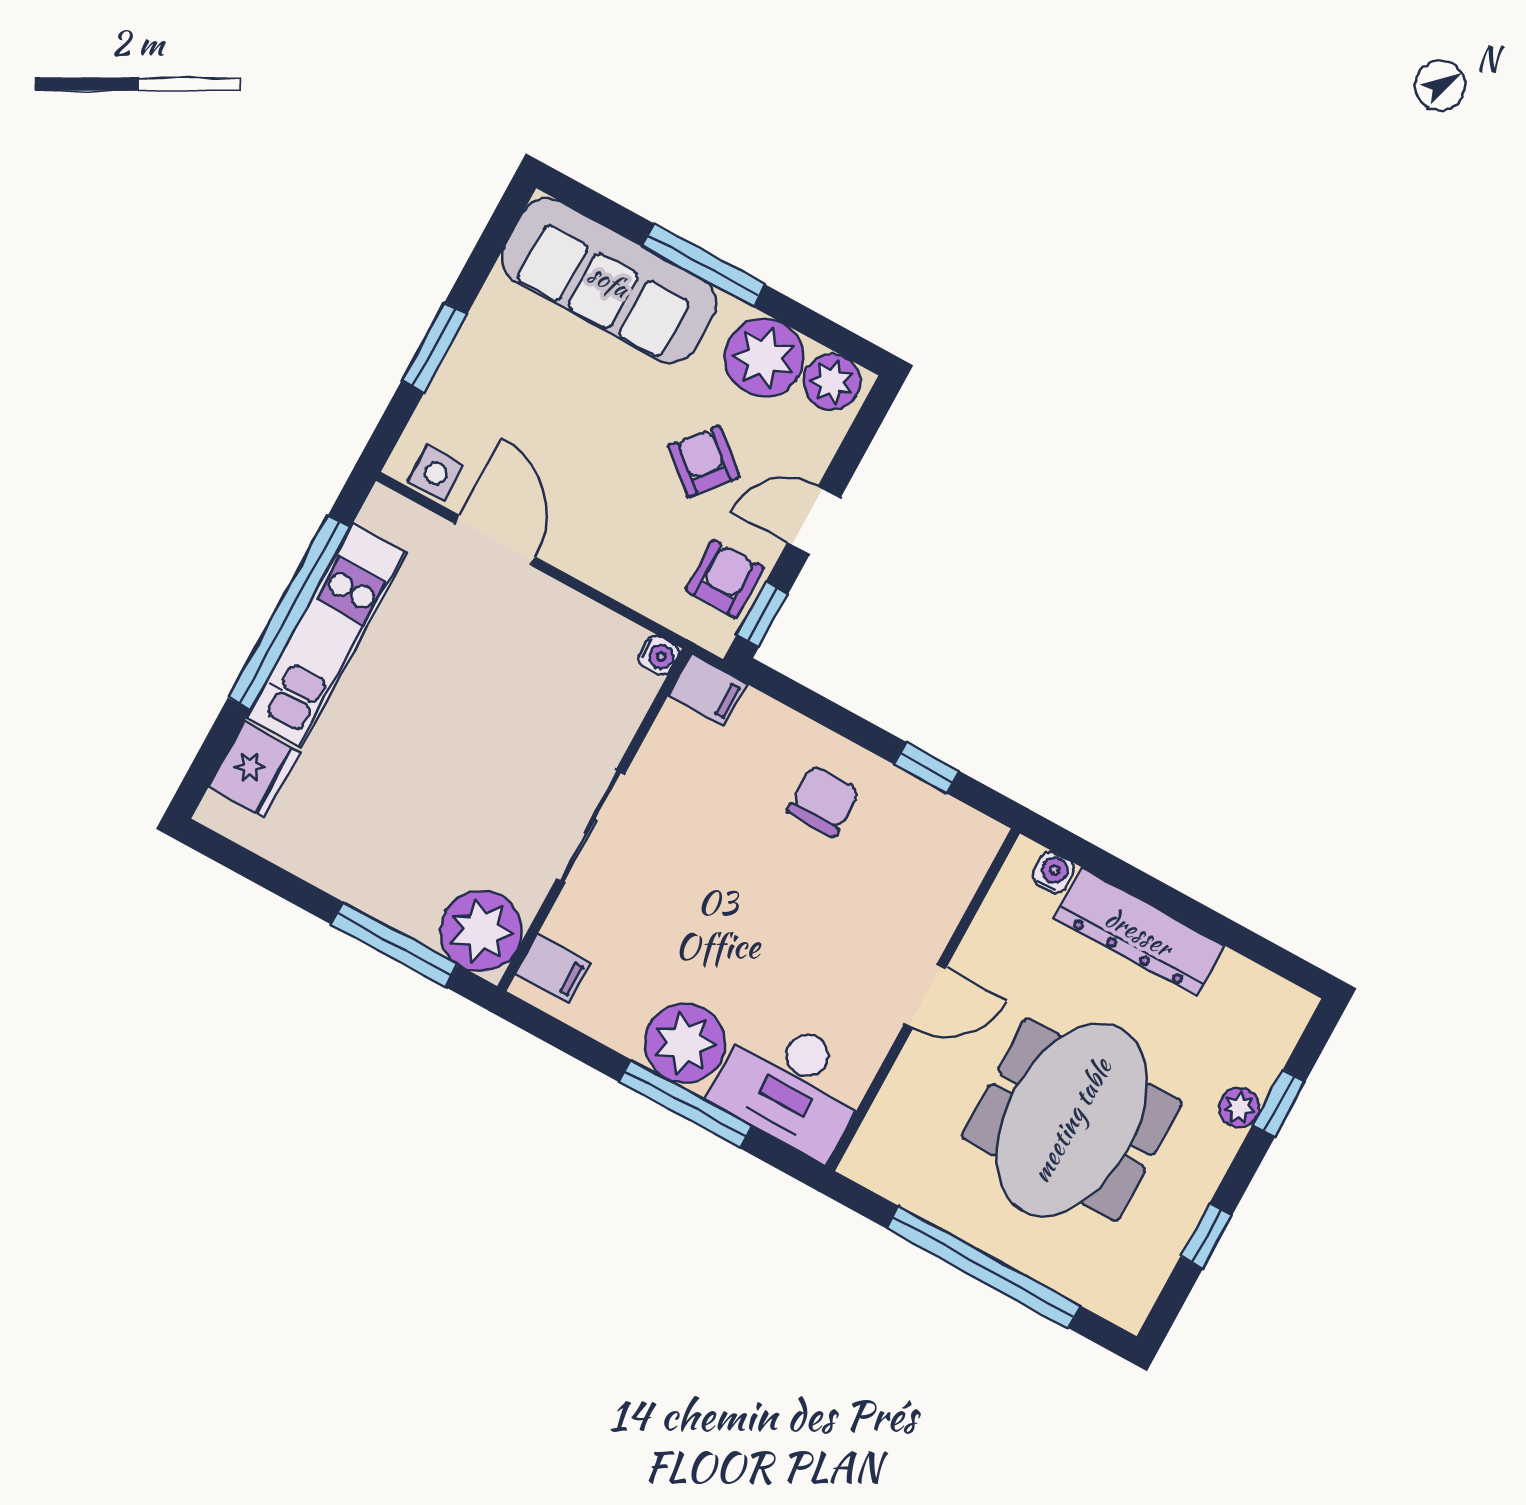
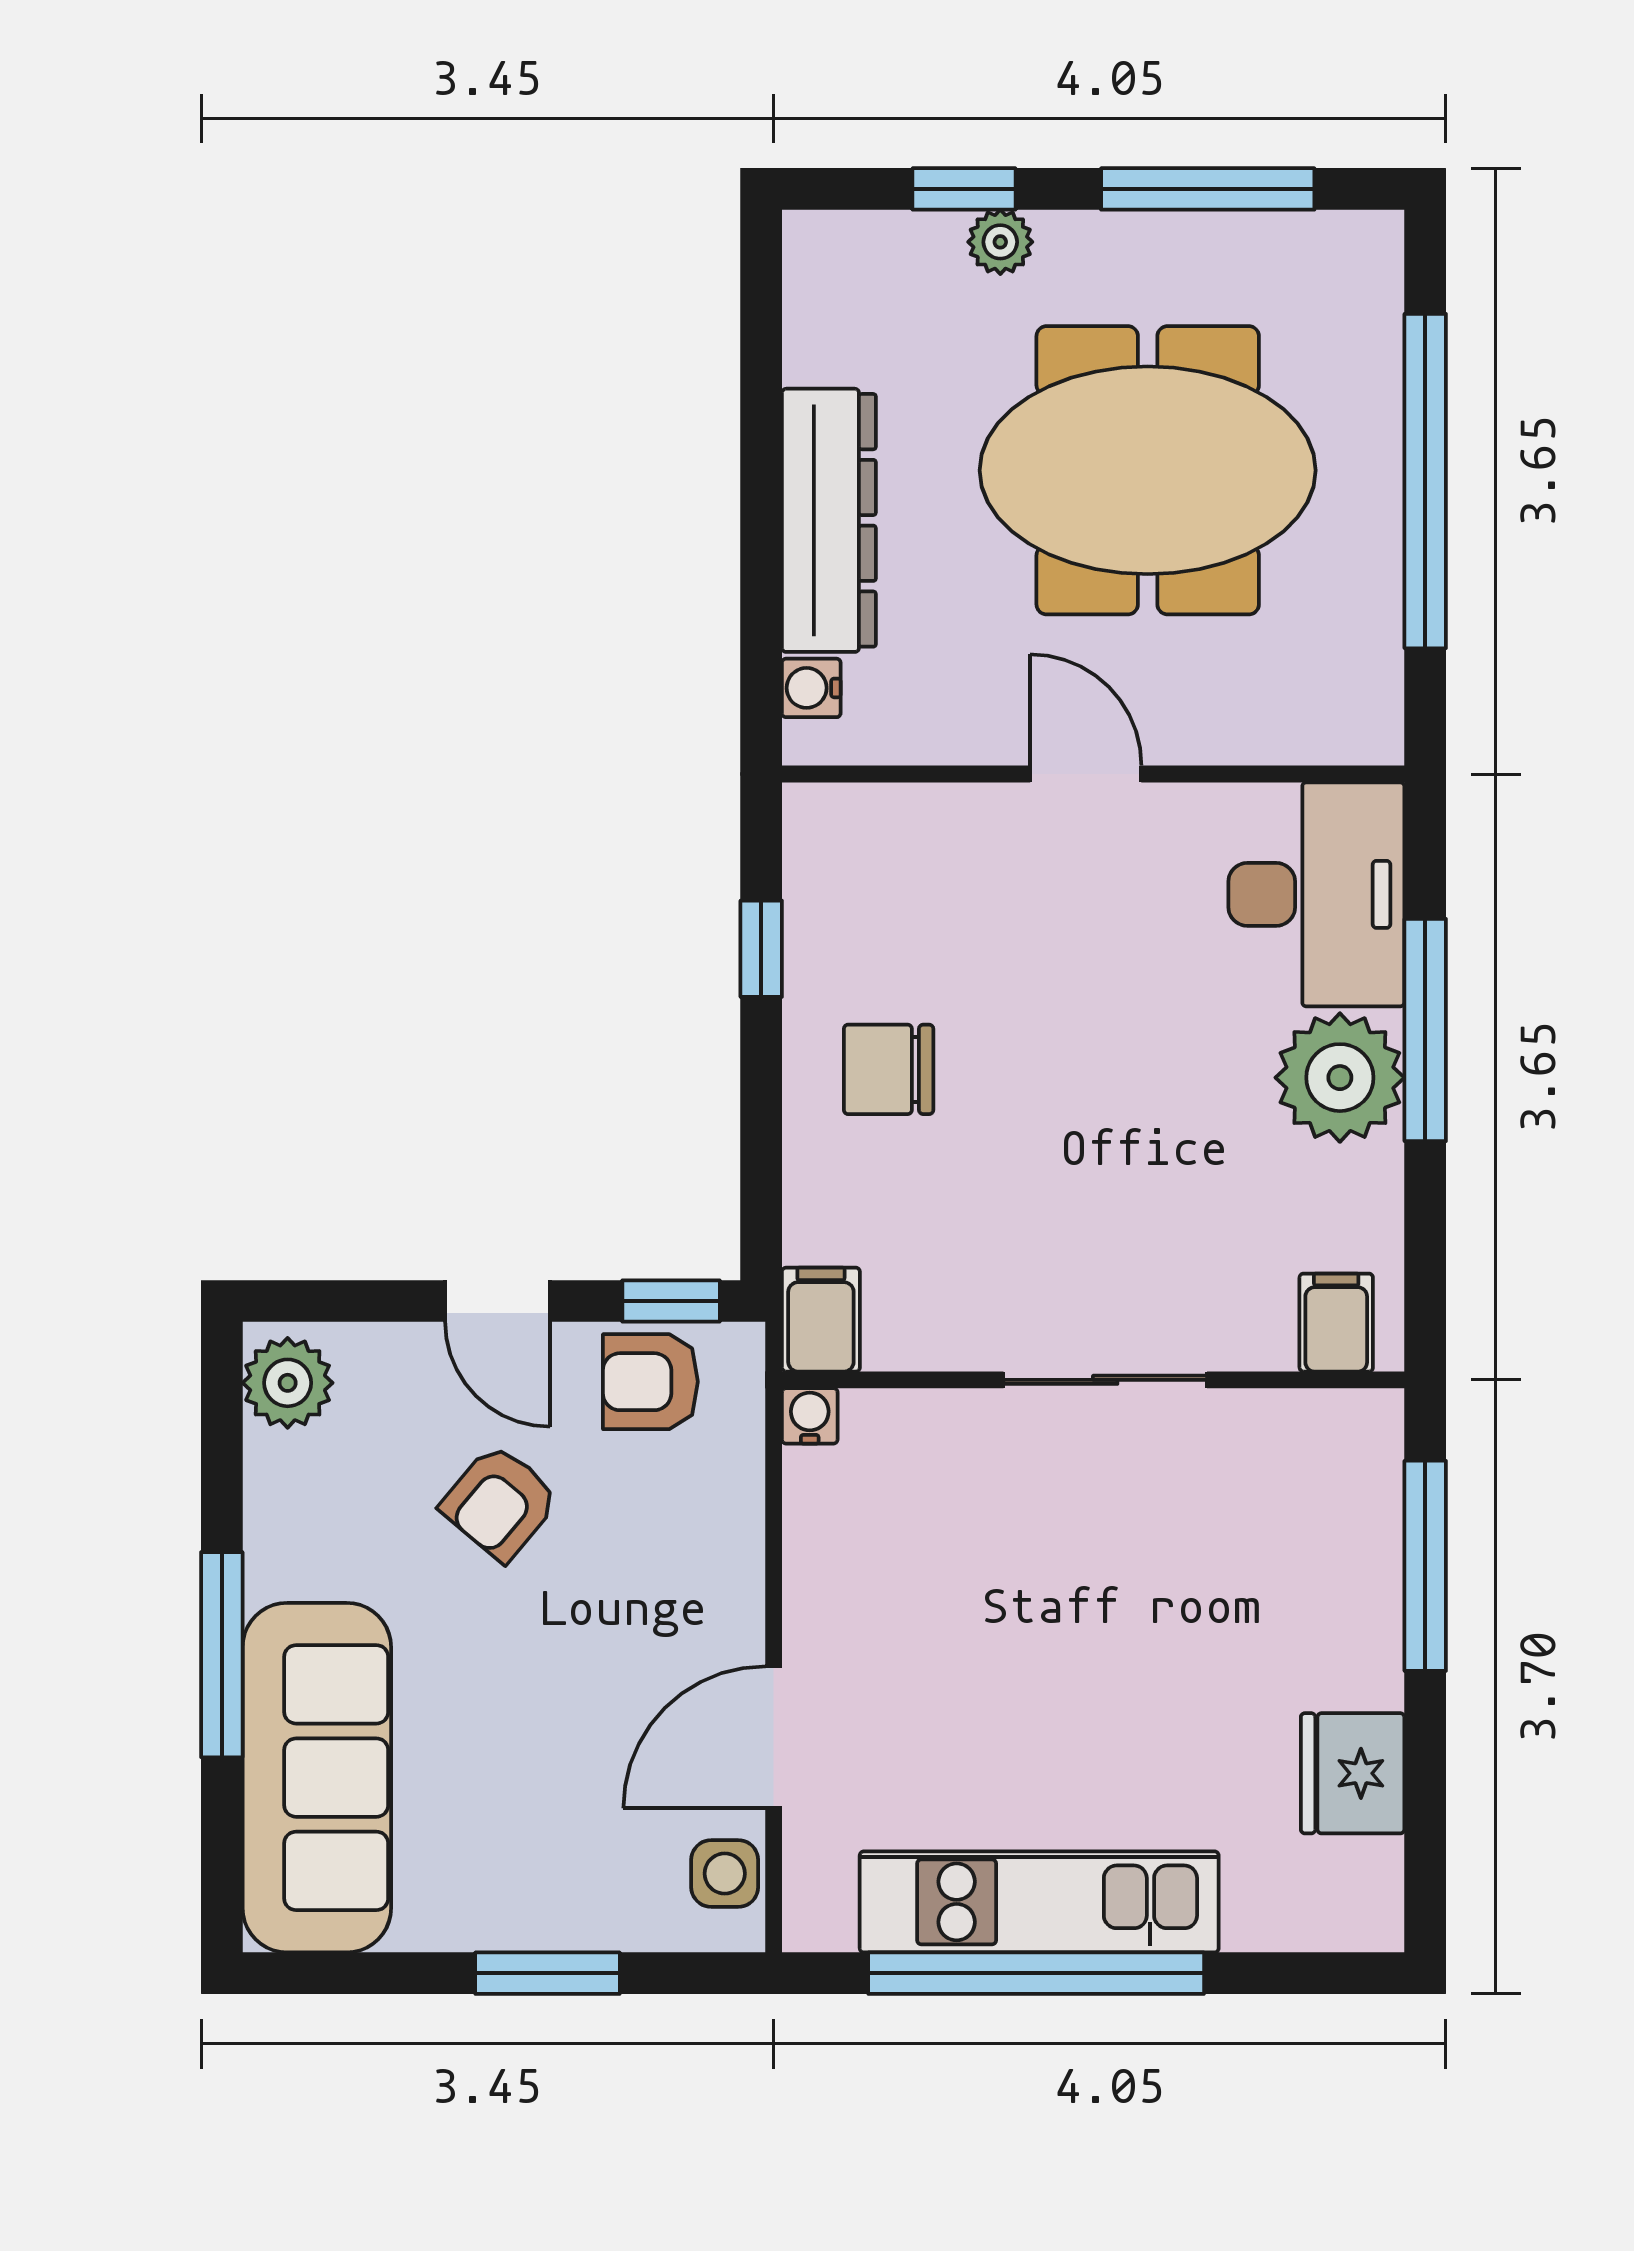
plant: (764, 358) -> (306, 1498), removed
fridge: (254, 769) -> (1353, 1773), moved, turned -90
plant: (481, 931) -> (1339, 1454), removed
window: (1206, 1236) -> (1208, 189), width x2.17

